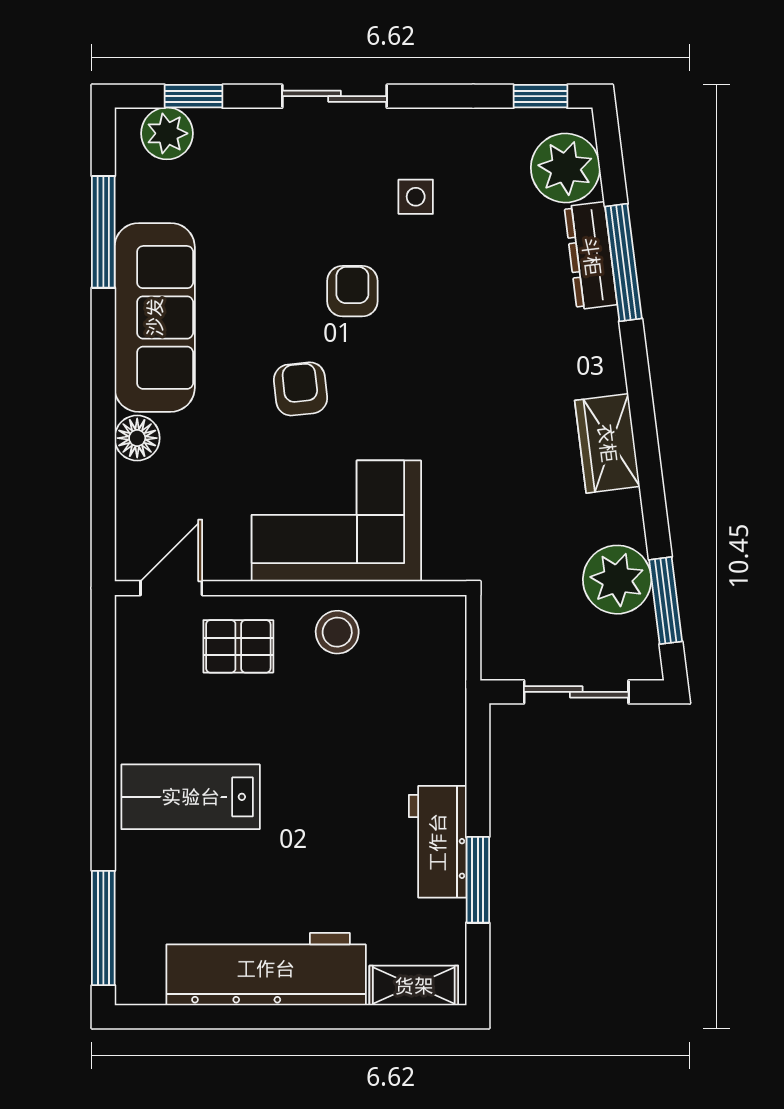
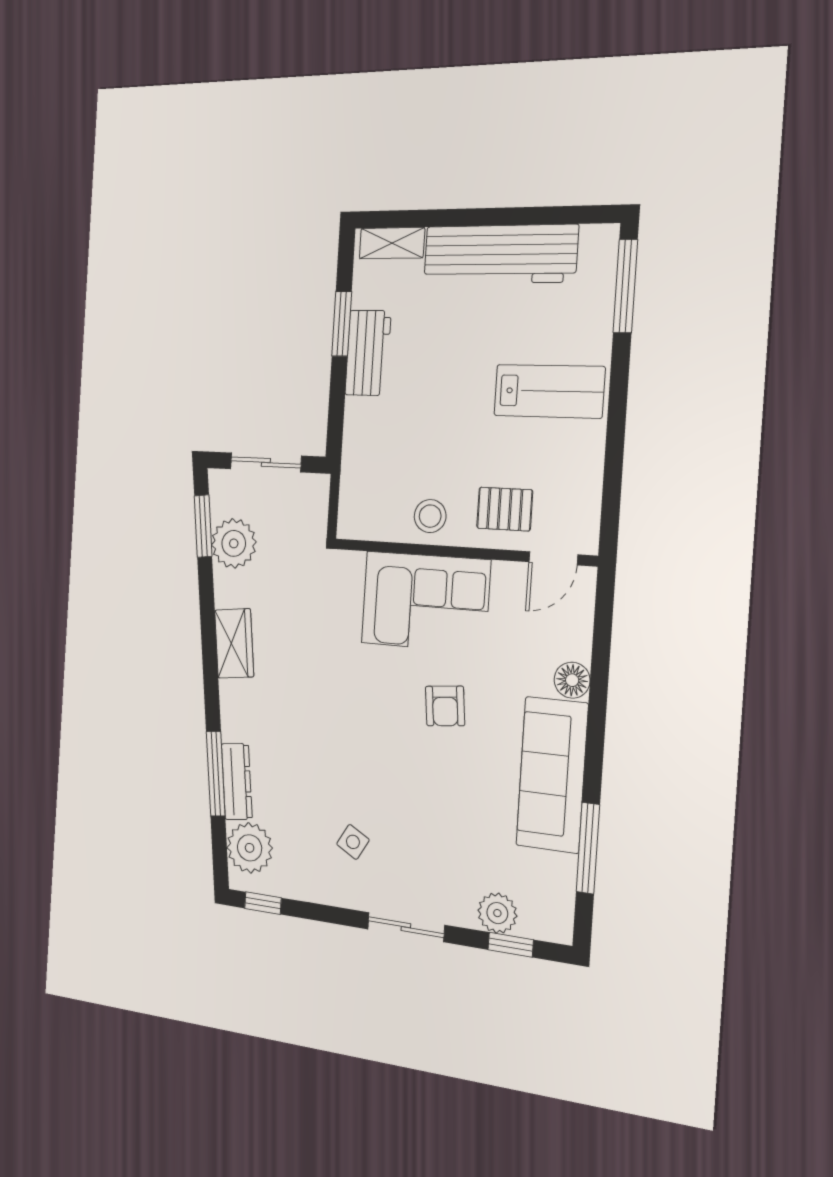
plant: (167, 133) -> (497, 913), moved
side table: (416, 197) -> (353, 842), turned 30
armchair: (352, 291) -> (402, 777), removed

